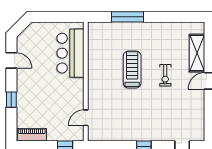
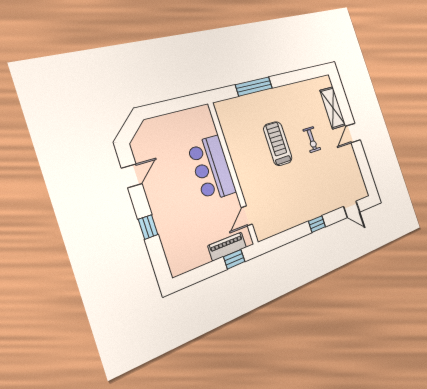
bar counter: (70, 53) -> (212, 168), moved
door: (11, 60) -> (132, 176), hinge flipped
piano: (32, 135) -> (227, 246), moved

